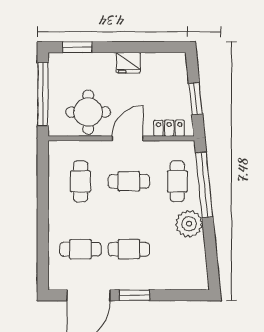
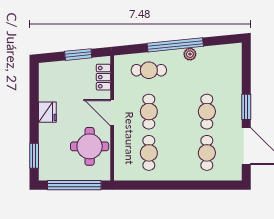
cafe table: (81, 181) -> (149, 153), turned 90
window: (204, 185) -> (175, 45), moved
plant: (189, 224) -> (190, 54), width x0.53, depth x0.53

